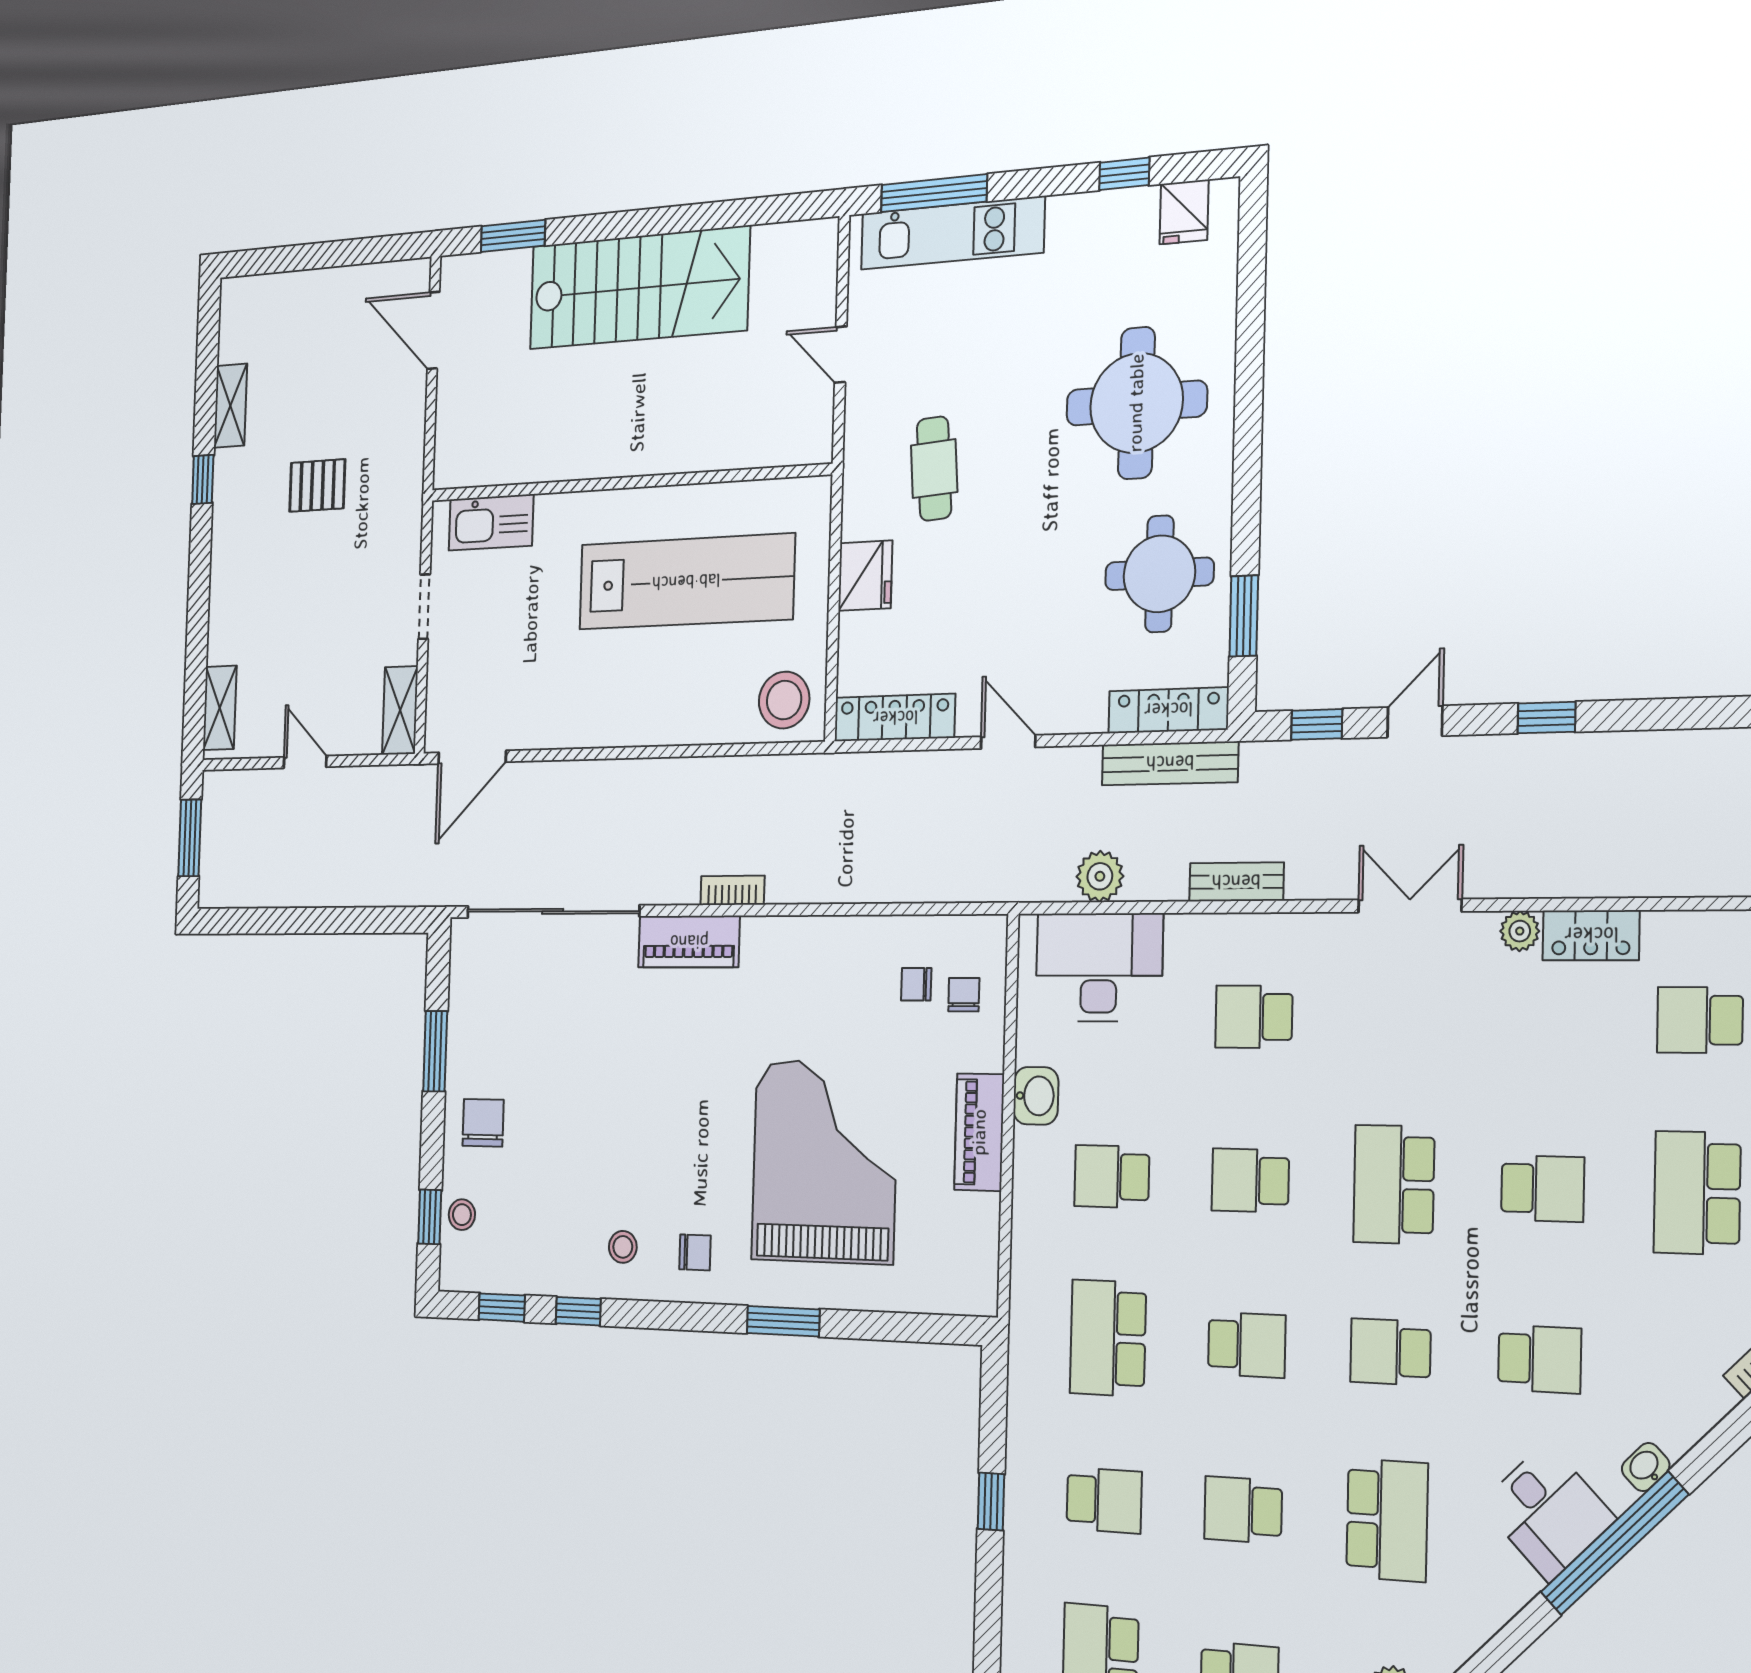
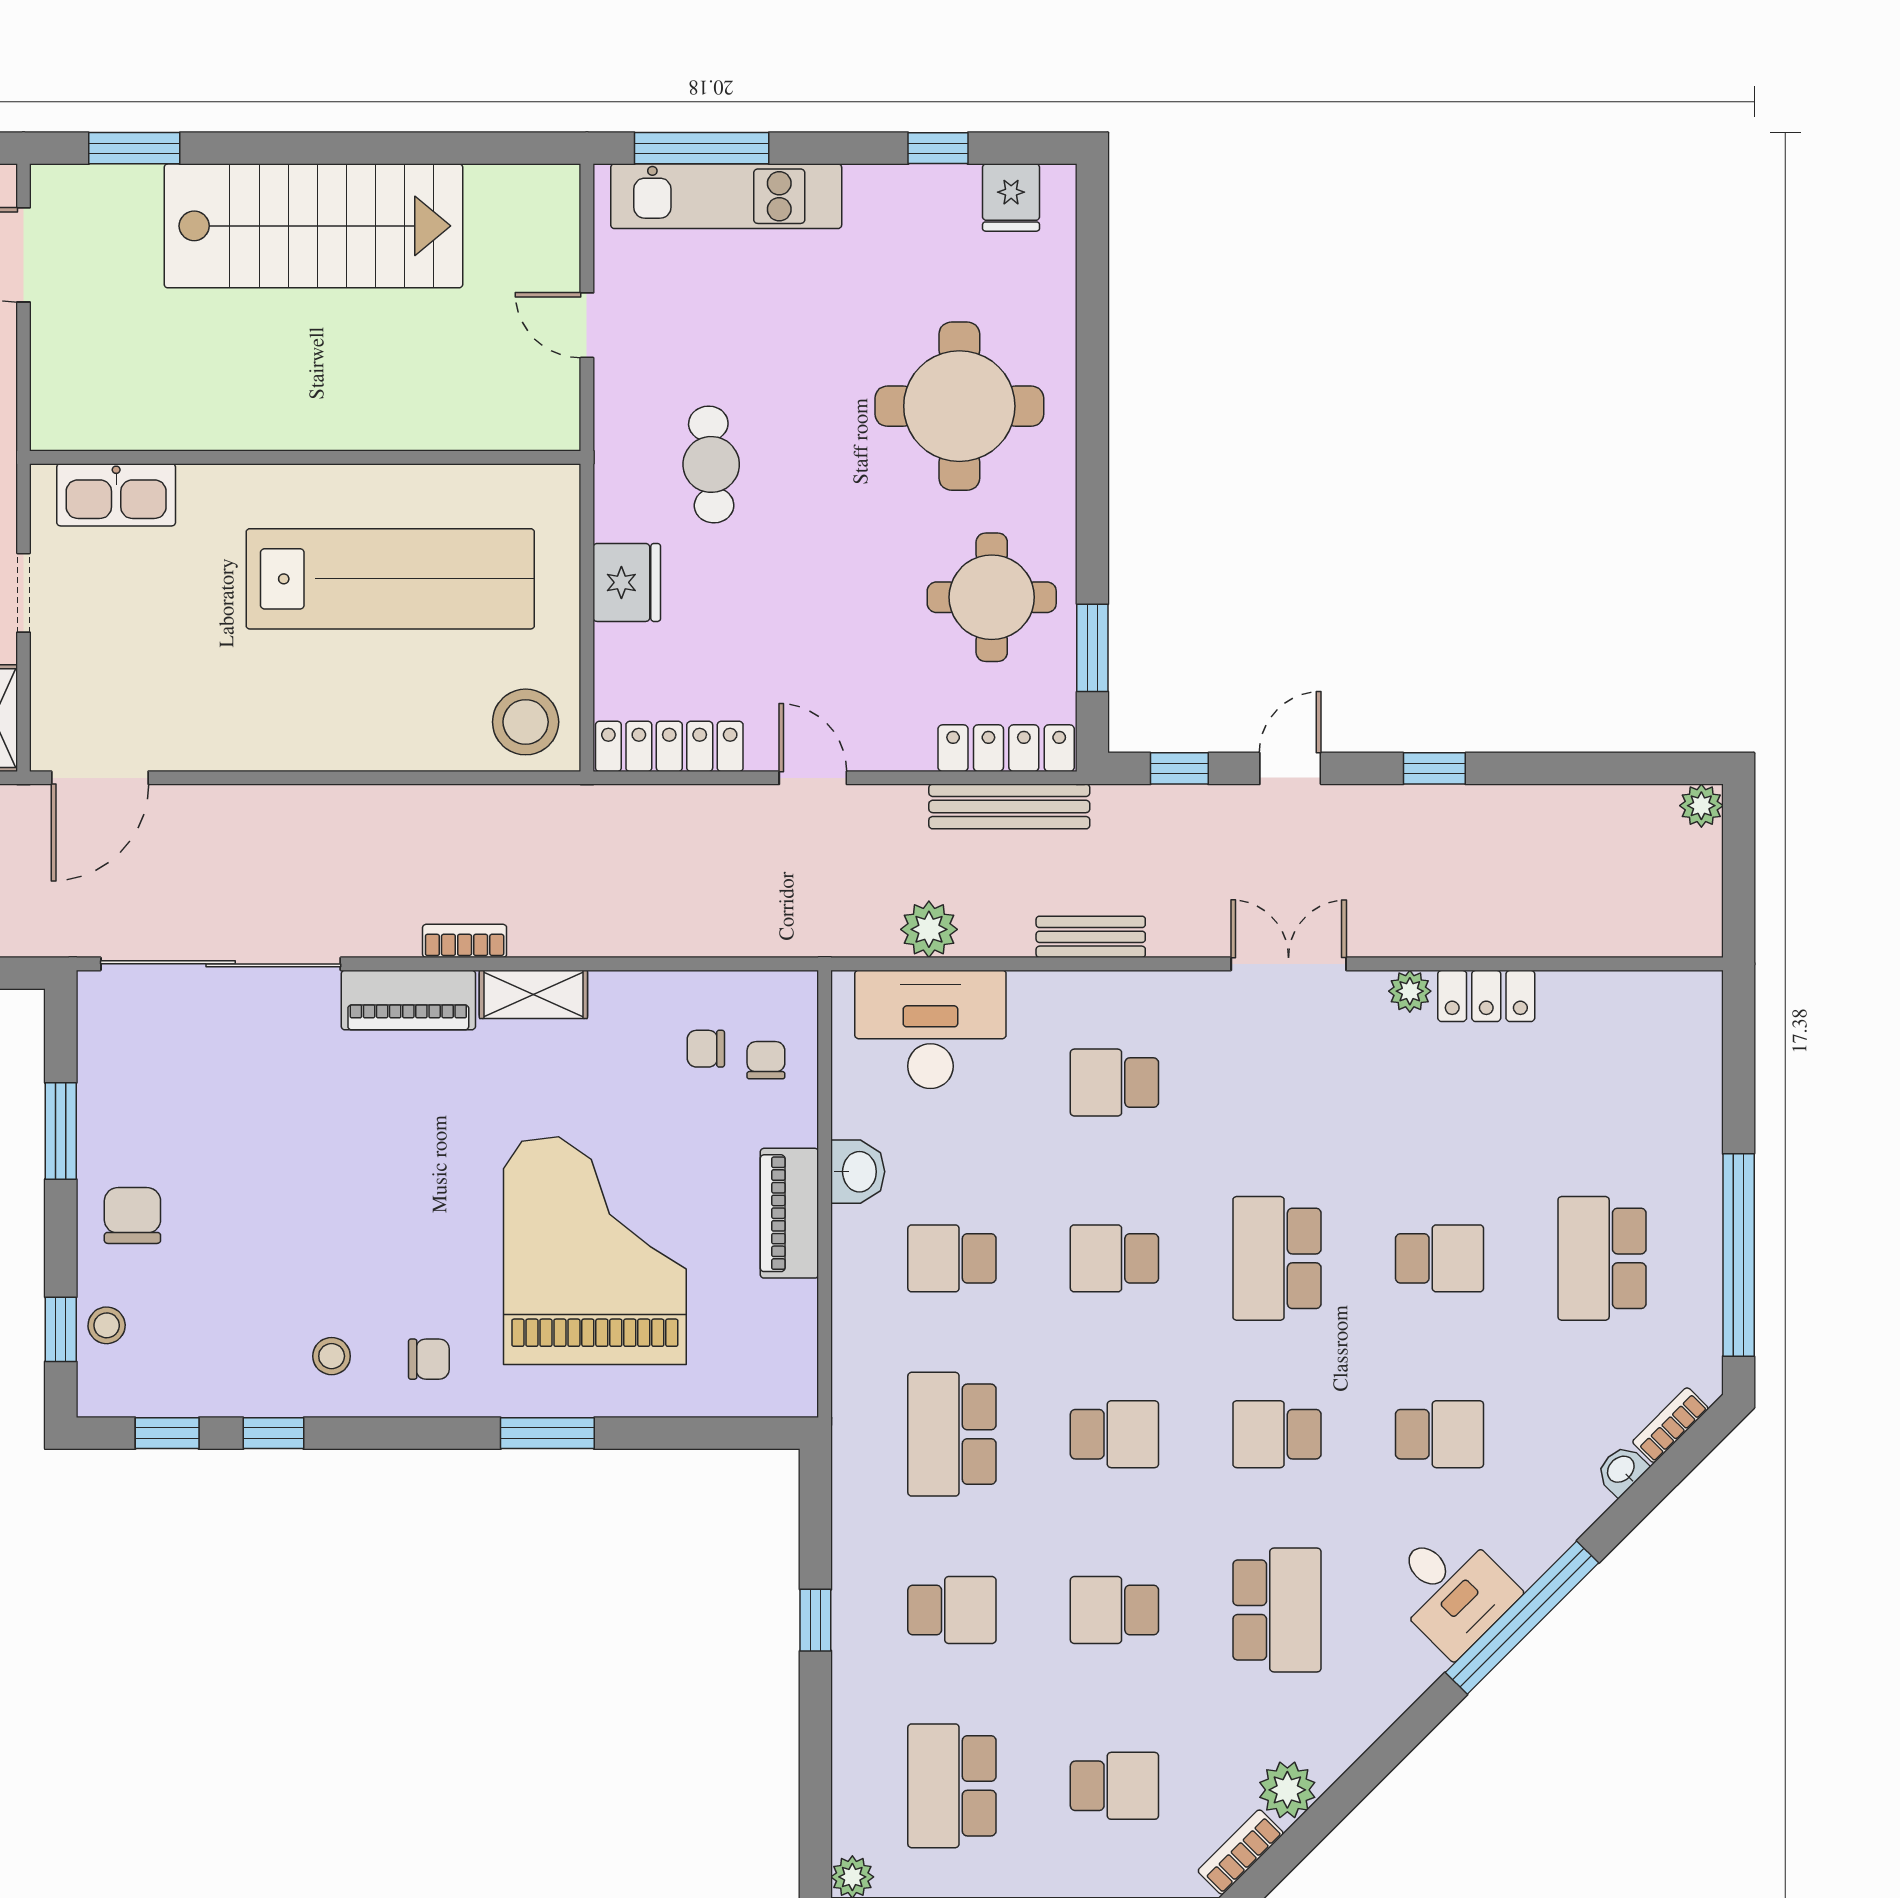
shelving: (783, 936) -> (533, 994), added
school desk: (1700, 1020) -> (1602, 1083), removed
washbasin: (1646, 1467) -> (1622, 1470), moved

